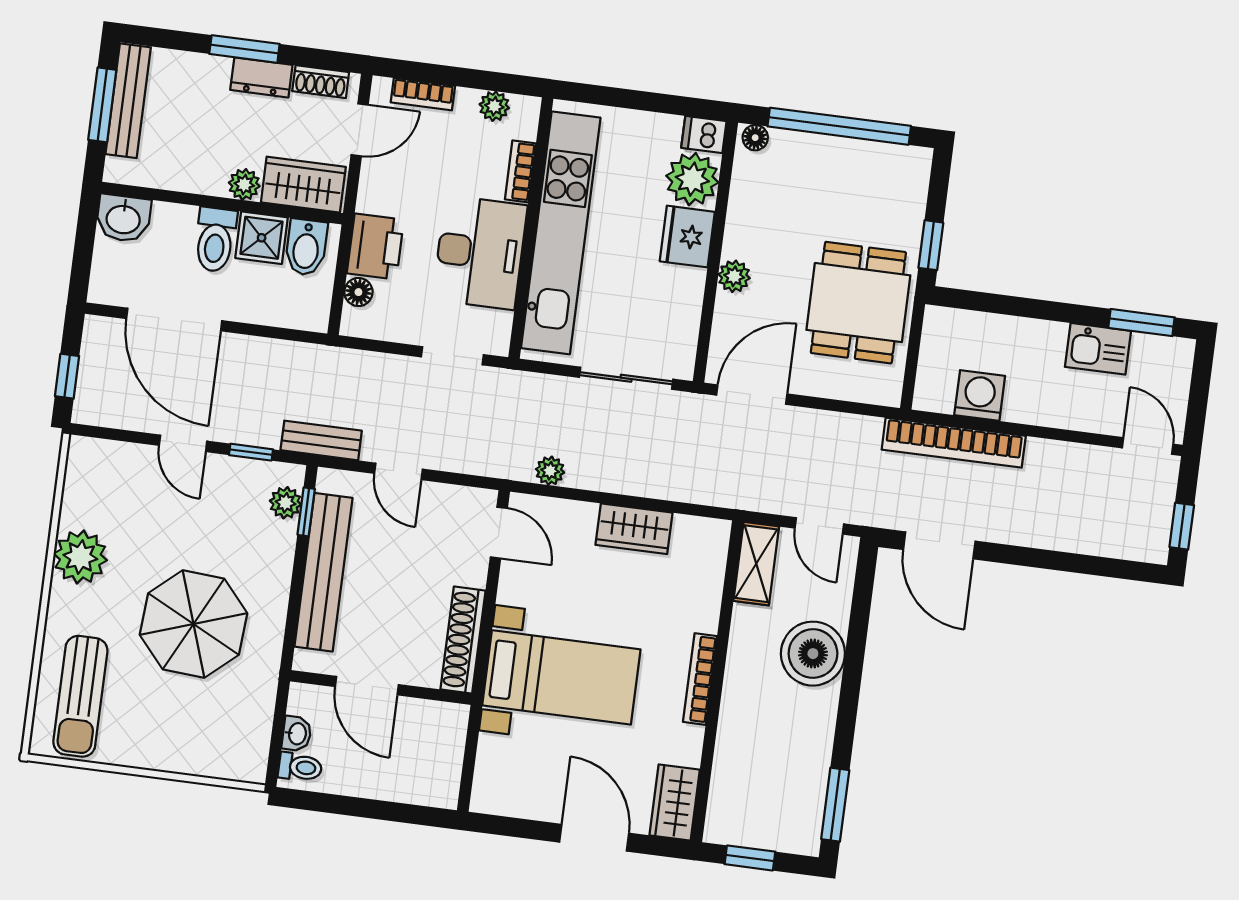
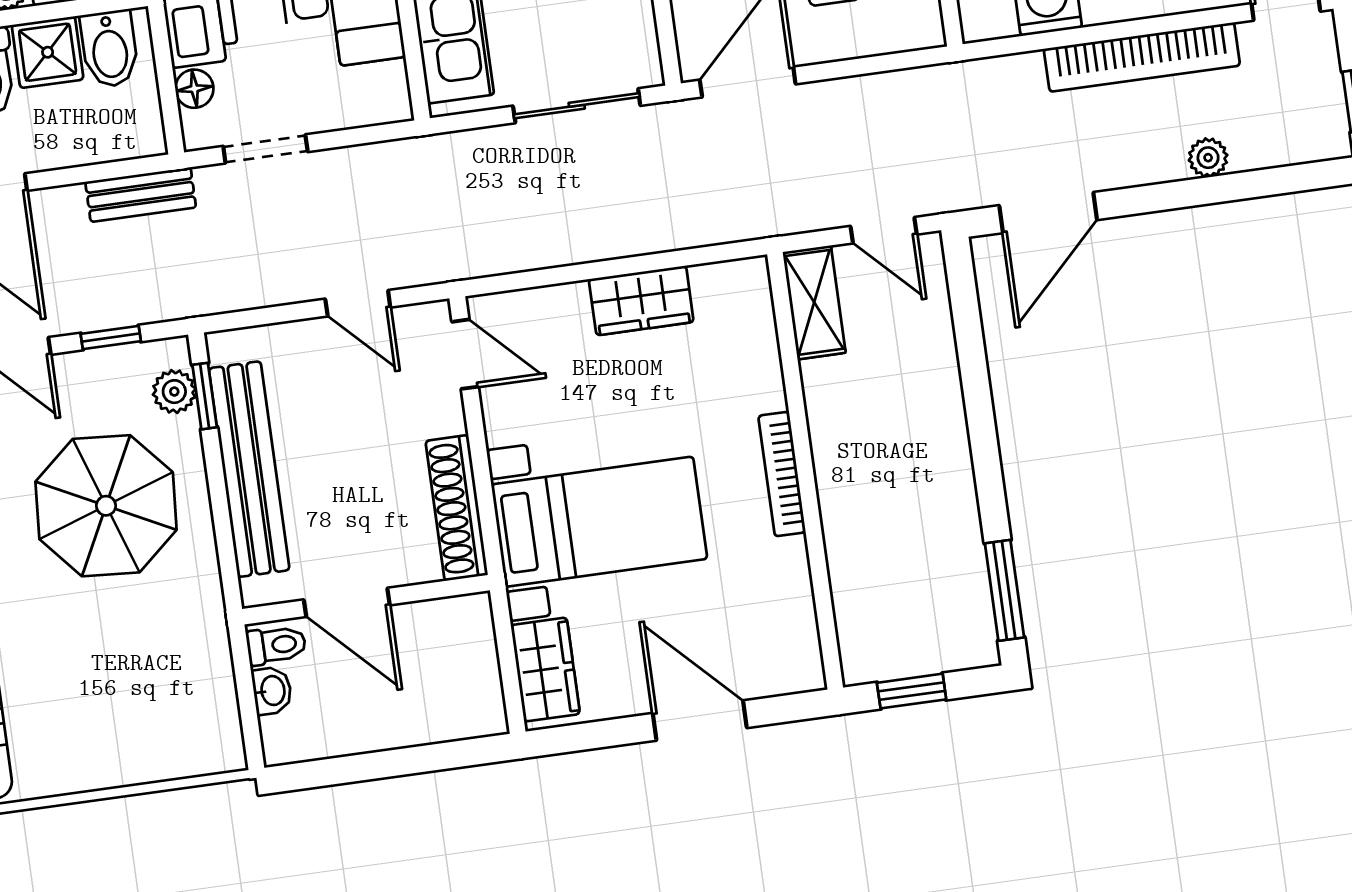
doorway: (452, 356) -> (265, 149), moved
bench: (321, 440) -> (141, 195), moved
bookcase: (954, 443) -> (1142, 57), moved
door: (398, 471) -> (358, 303), moved
plant: (550, 471) -> (1208, 158), moved
door: (939, 545) -> (1048, 213), hinge flipped
parasol: (193, 624) -> (106, 506), moved
boiler: (813, 654) -> (921, 400), removed
toilet: (300, 767) -> (276, 645), moved
wardrobe: (675, 802) -> (545, 670), moved, turned 180

